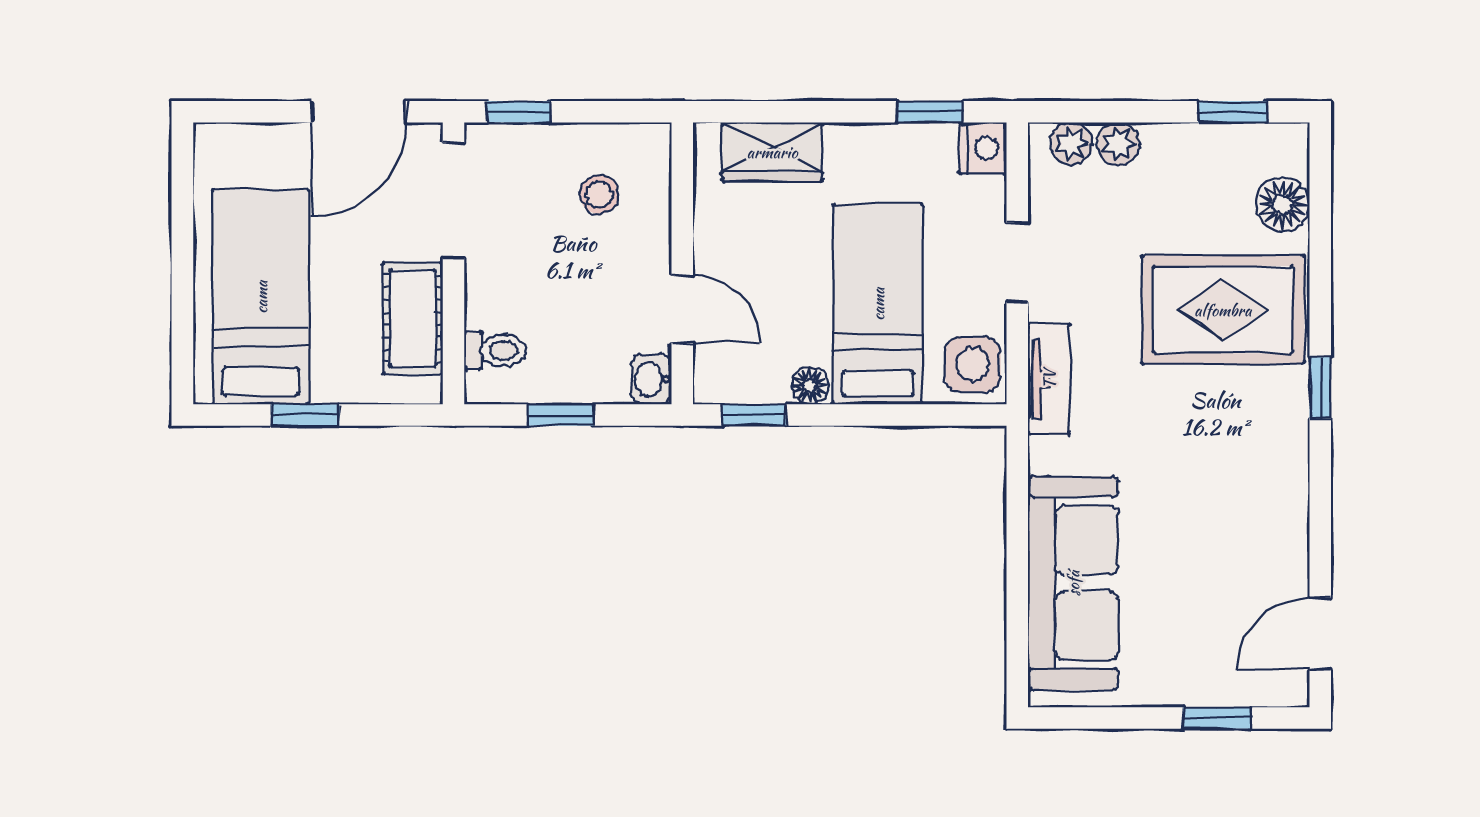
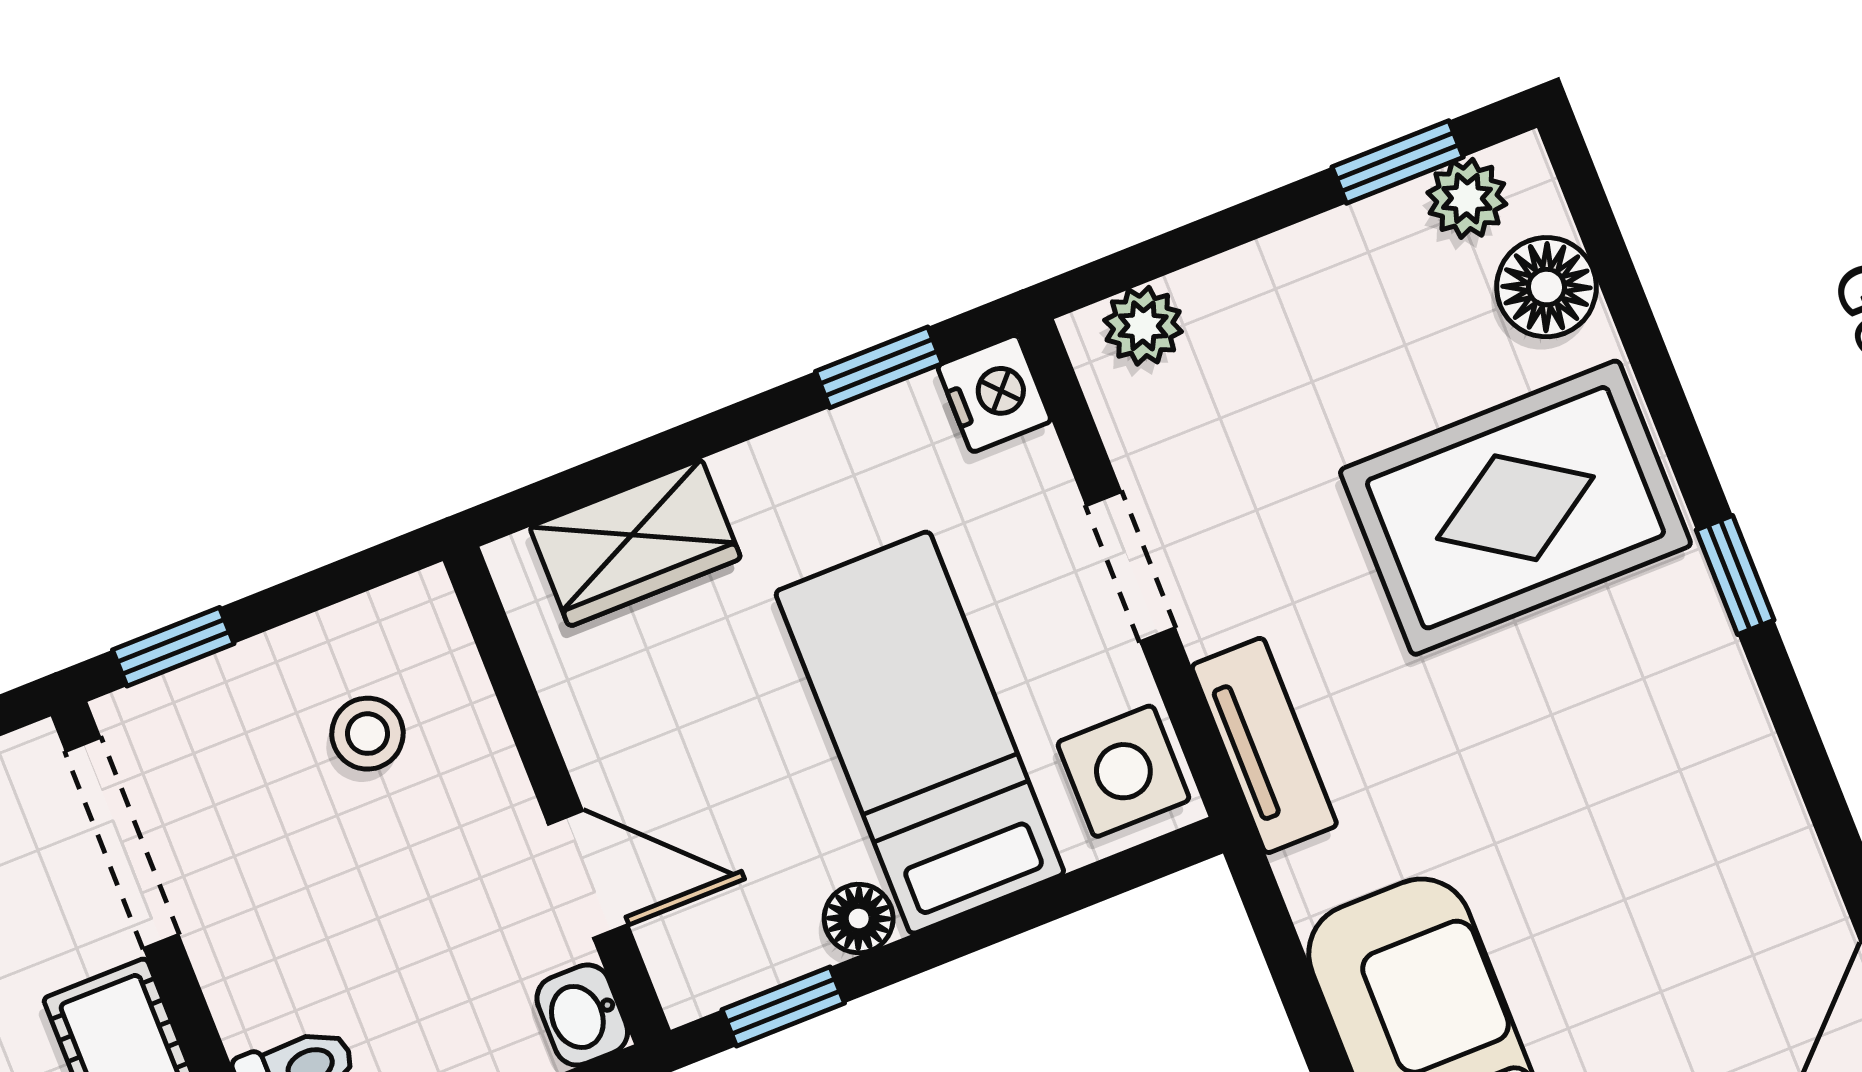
plant: (1118, 144) -> (1467, 198), moved

